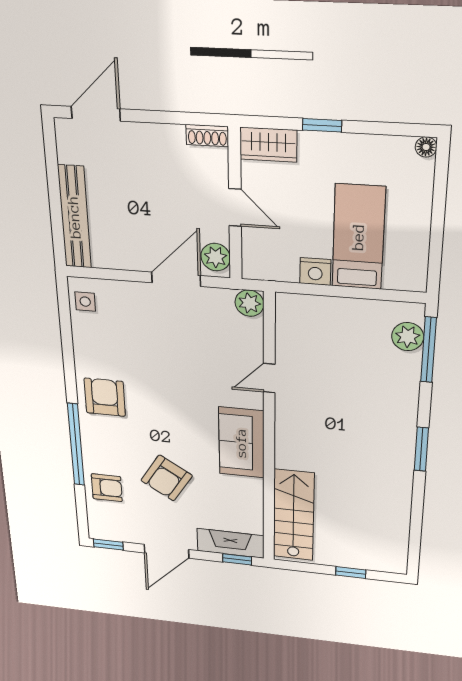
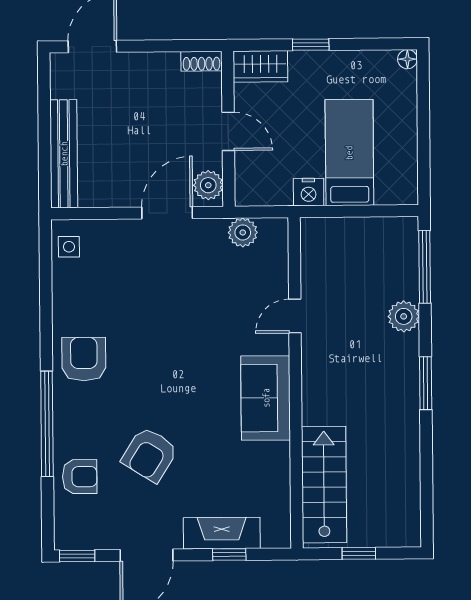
plant: (408, 337) -> (404, 316), moved
door: (269, 378) -> (295, 316), moved
wall: (269, 433) -> (296, 383), moved
sofa: (241, 443) -> (266, 398), moved
stairs: (294, 515) -> (324, 485), moved

